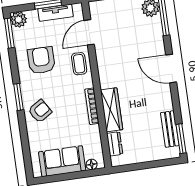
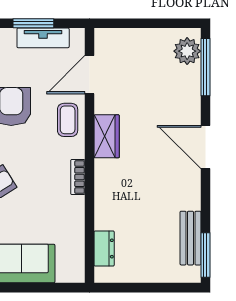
bookcase: (92, 106) -> (78, 177), width x0.64
wardrobe: (112, 110) -> (107, 136), moved, width x0.67
floor lamp: (92, 164) -> (65, 275), removed

